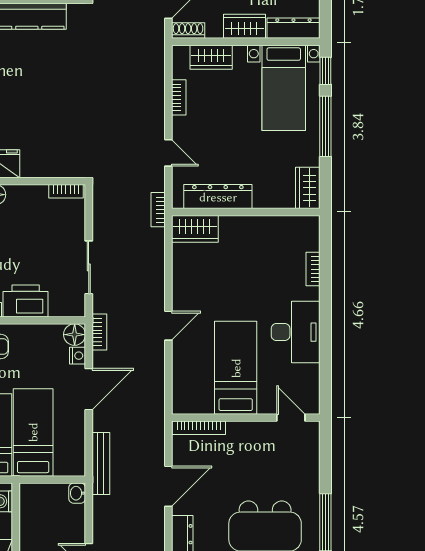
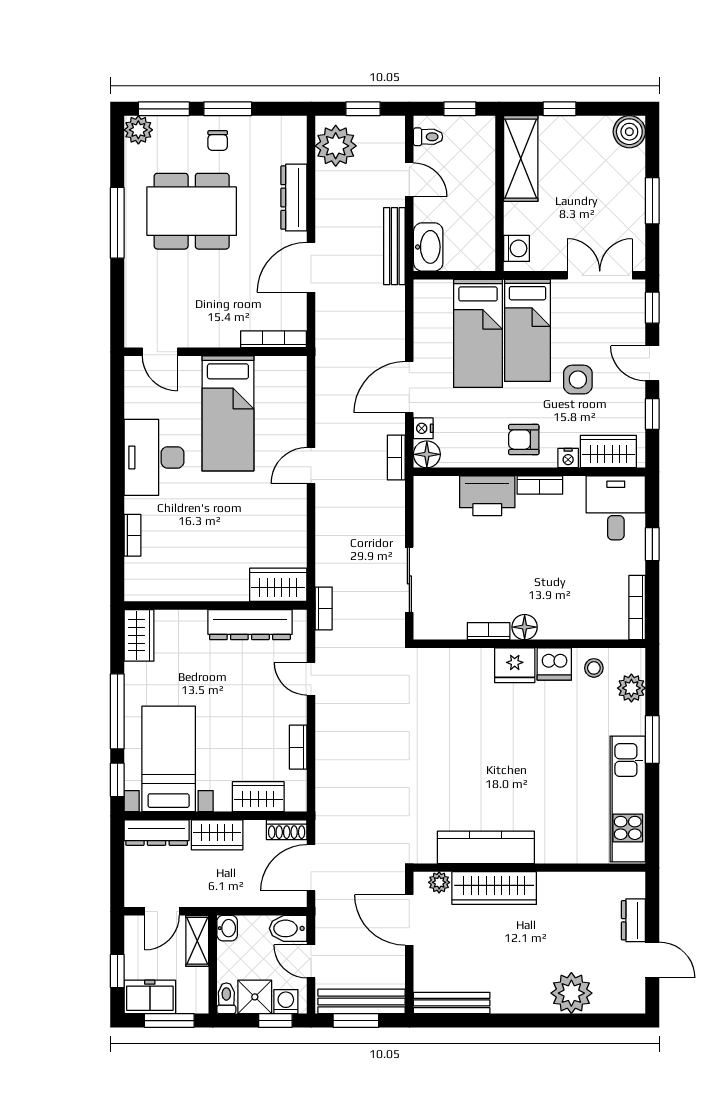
bookcase: (66, 191) -> (489, 631), moved
sliding door: (89, 267) -> (409, 580), moved
bench: (101, 464) -> (394, 246), moved
washbasin: (77, 493) -> (428, 247), width x1.91, depth x1.45

